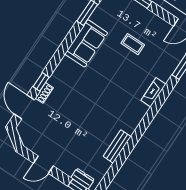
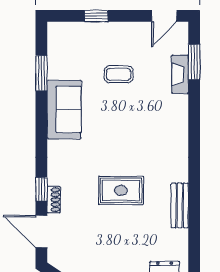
fireplace: (153, 92) -> (180, 74), moved
rug: (88, 114) -> (121, 190), added

